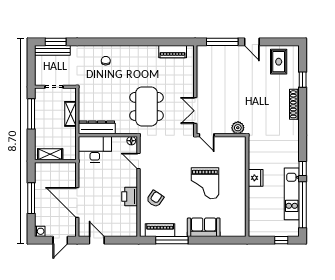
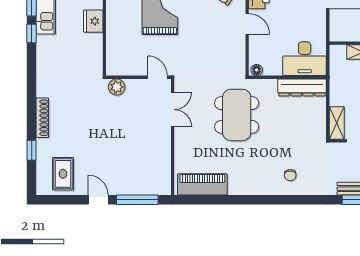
piano: (173, 52) -> (202, 184), width x1.37, depth x1.33
shelving: (70, 114) -> (337, 123), moved
door: (139, 161) -> (247, 24), moved

